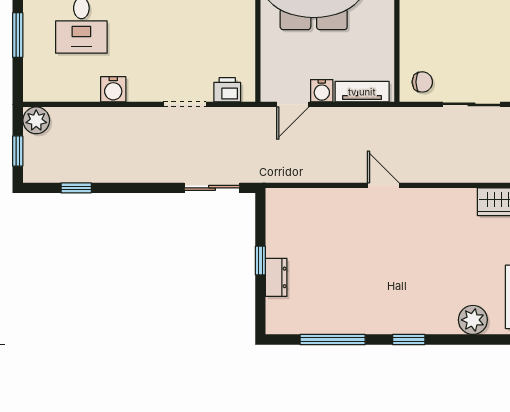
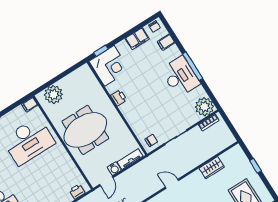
door: (383, 185) -> (172, 184), moved

